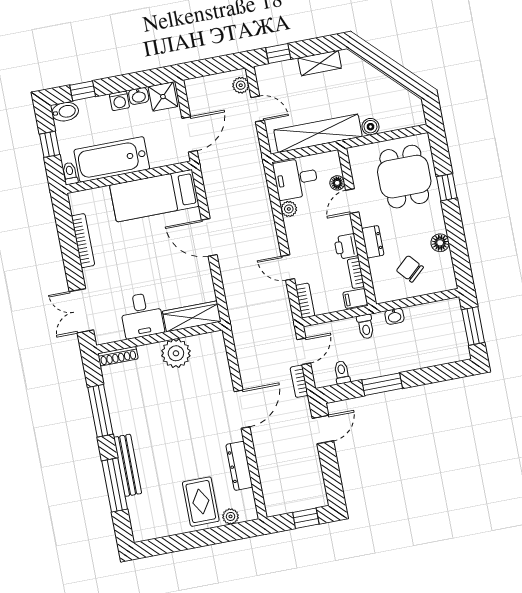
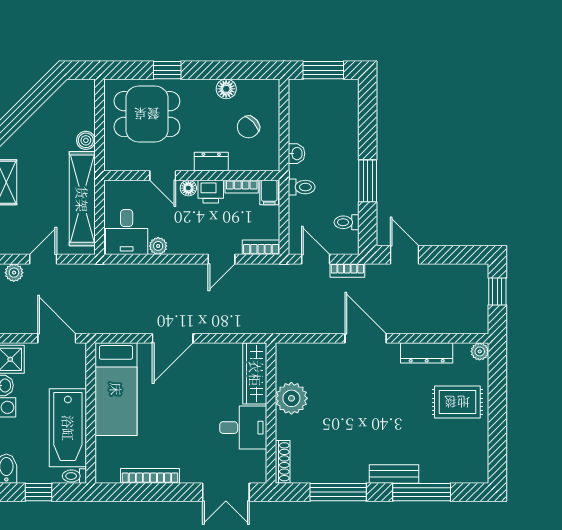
floor lamp: (337, 183) -> (188, 188), moved
bench: (128, 465) -> (394, 474), width x0.73
plant: (231, 516) -> (480, 351), moved

